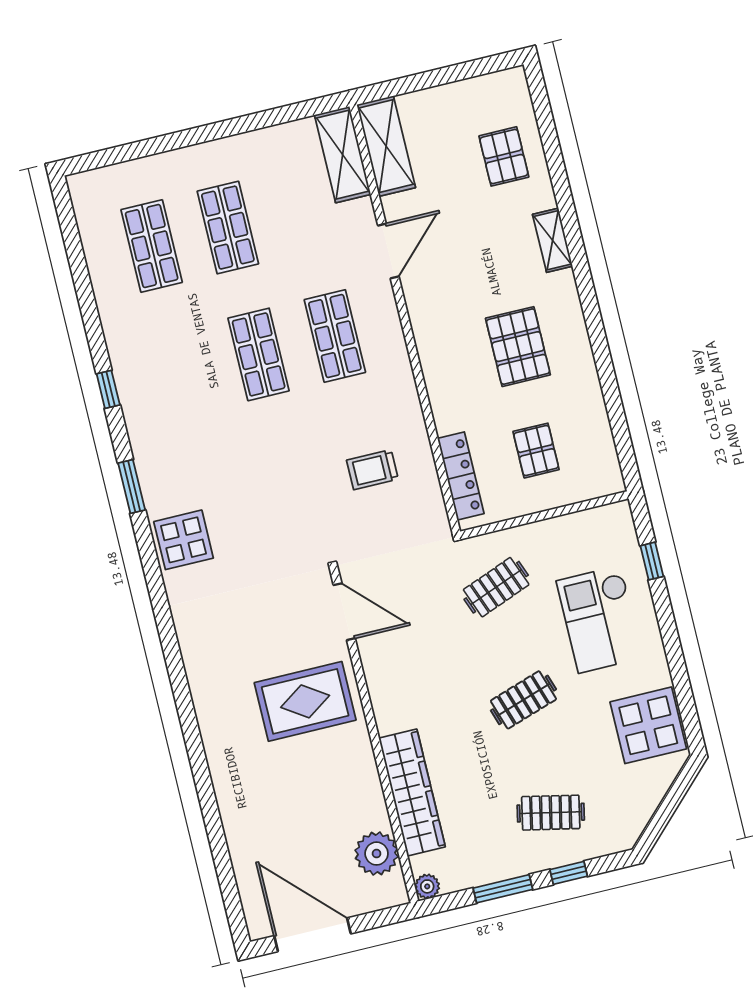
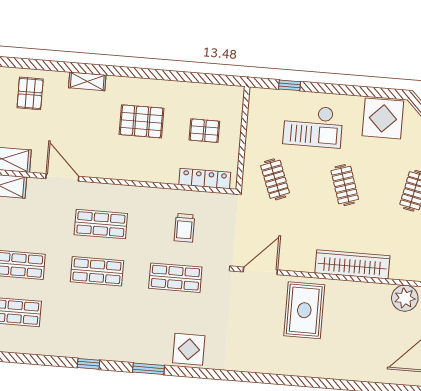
pallet: (504, 156) -> (30, 93), turned 90
shop shelf: (289, 481) -> (175, 278), added
wardrobe: (412, 793) -> (352, 264), moved

